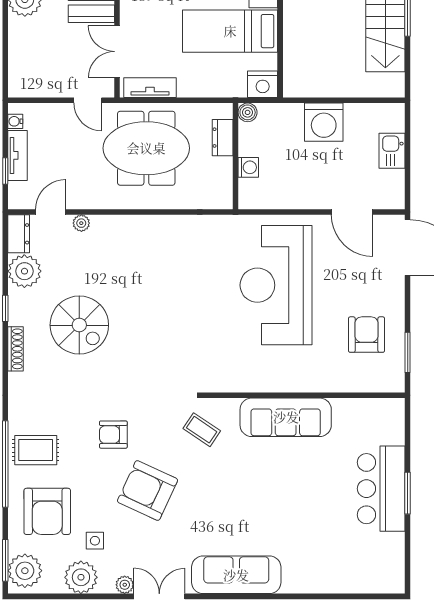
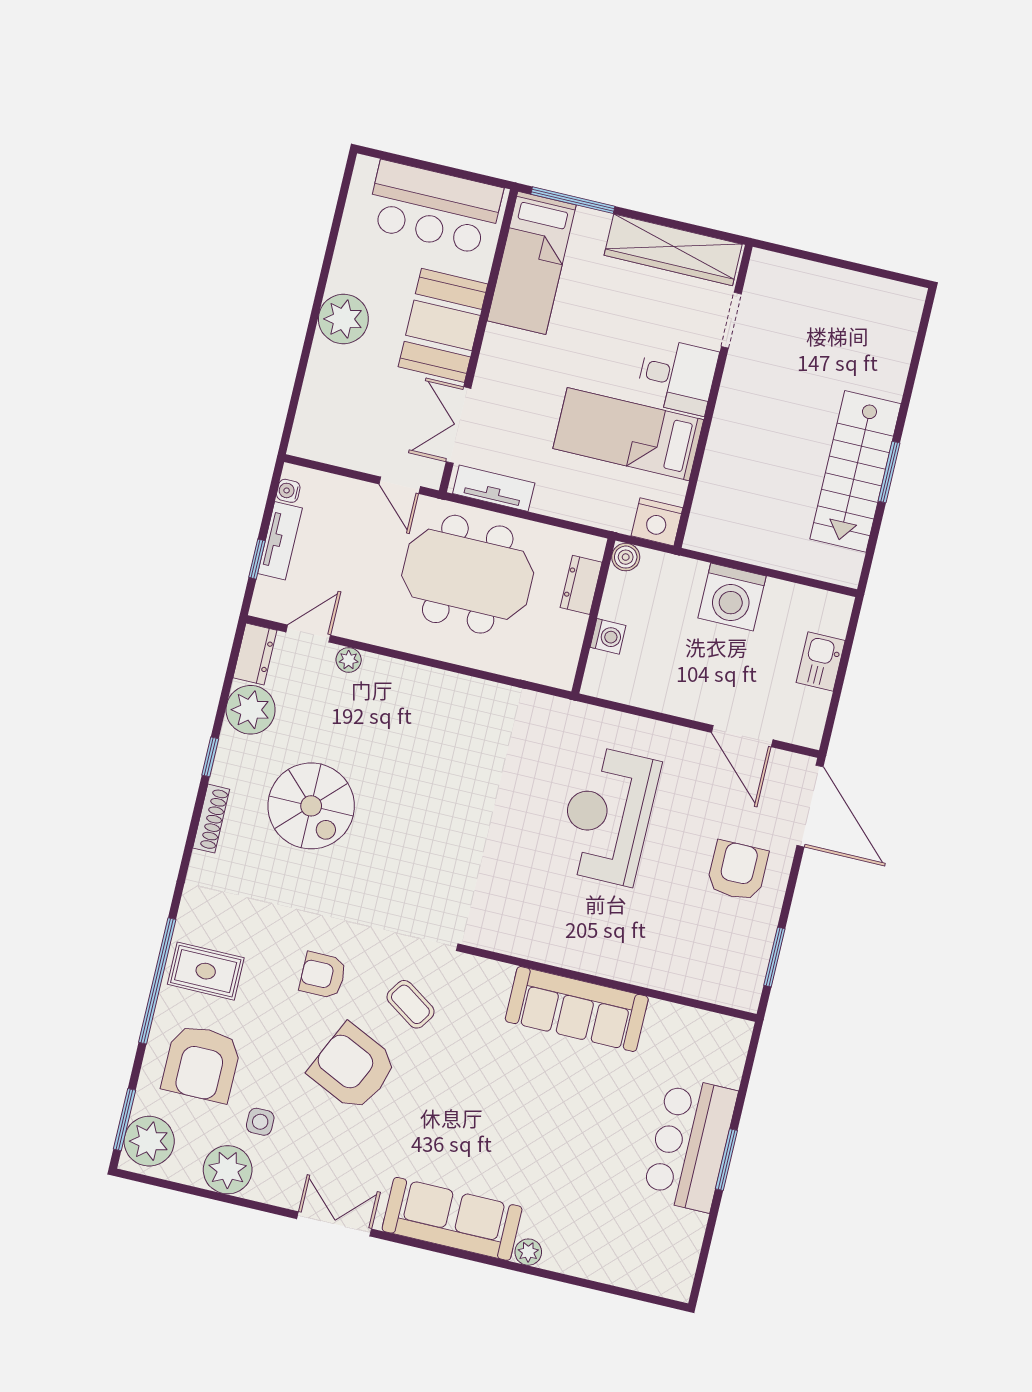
reception desk: (276, 285) -> (608, 815), width x0.74, depth x0.77
armchair: (367, 335) -> (737, 871), moved
coffee table: (202, 430) -> (410, 1004), moved
plant: (125, 585) -> (528, 1252), moved

